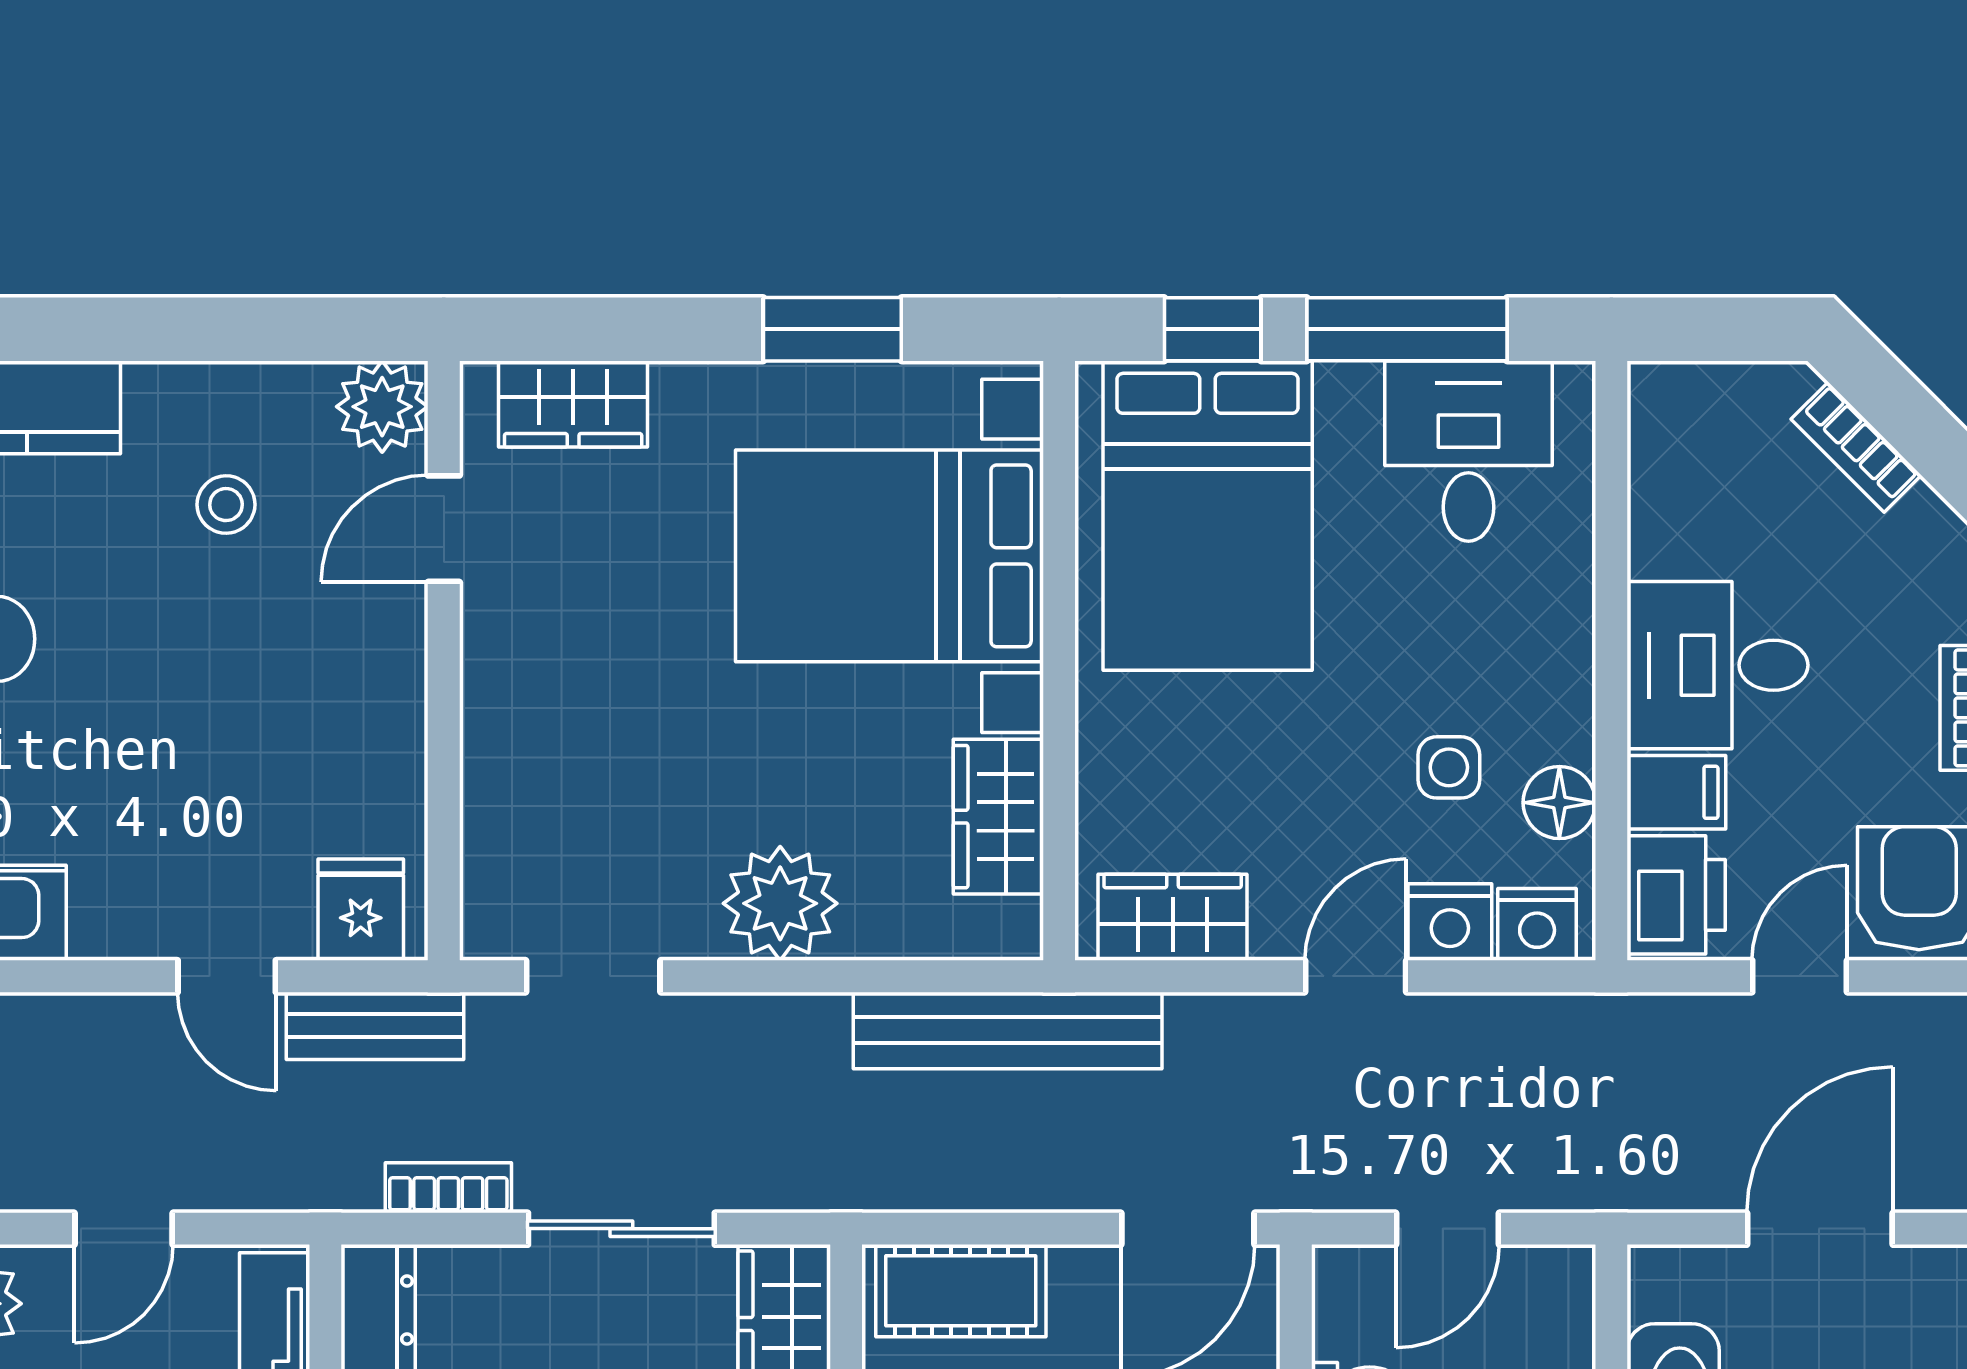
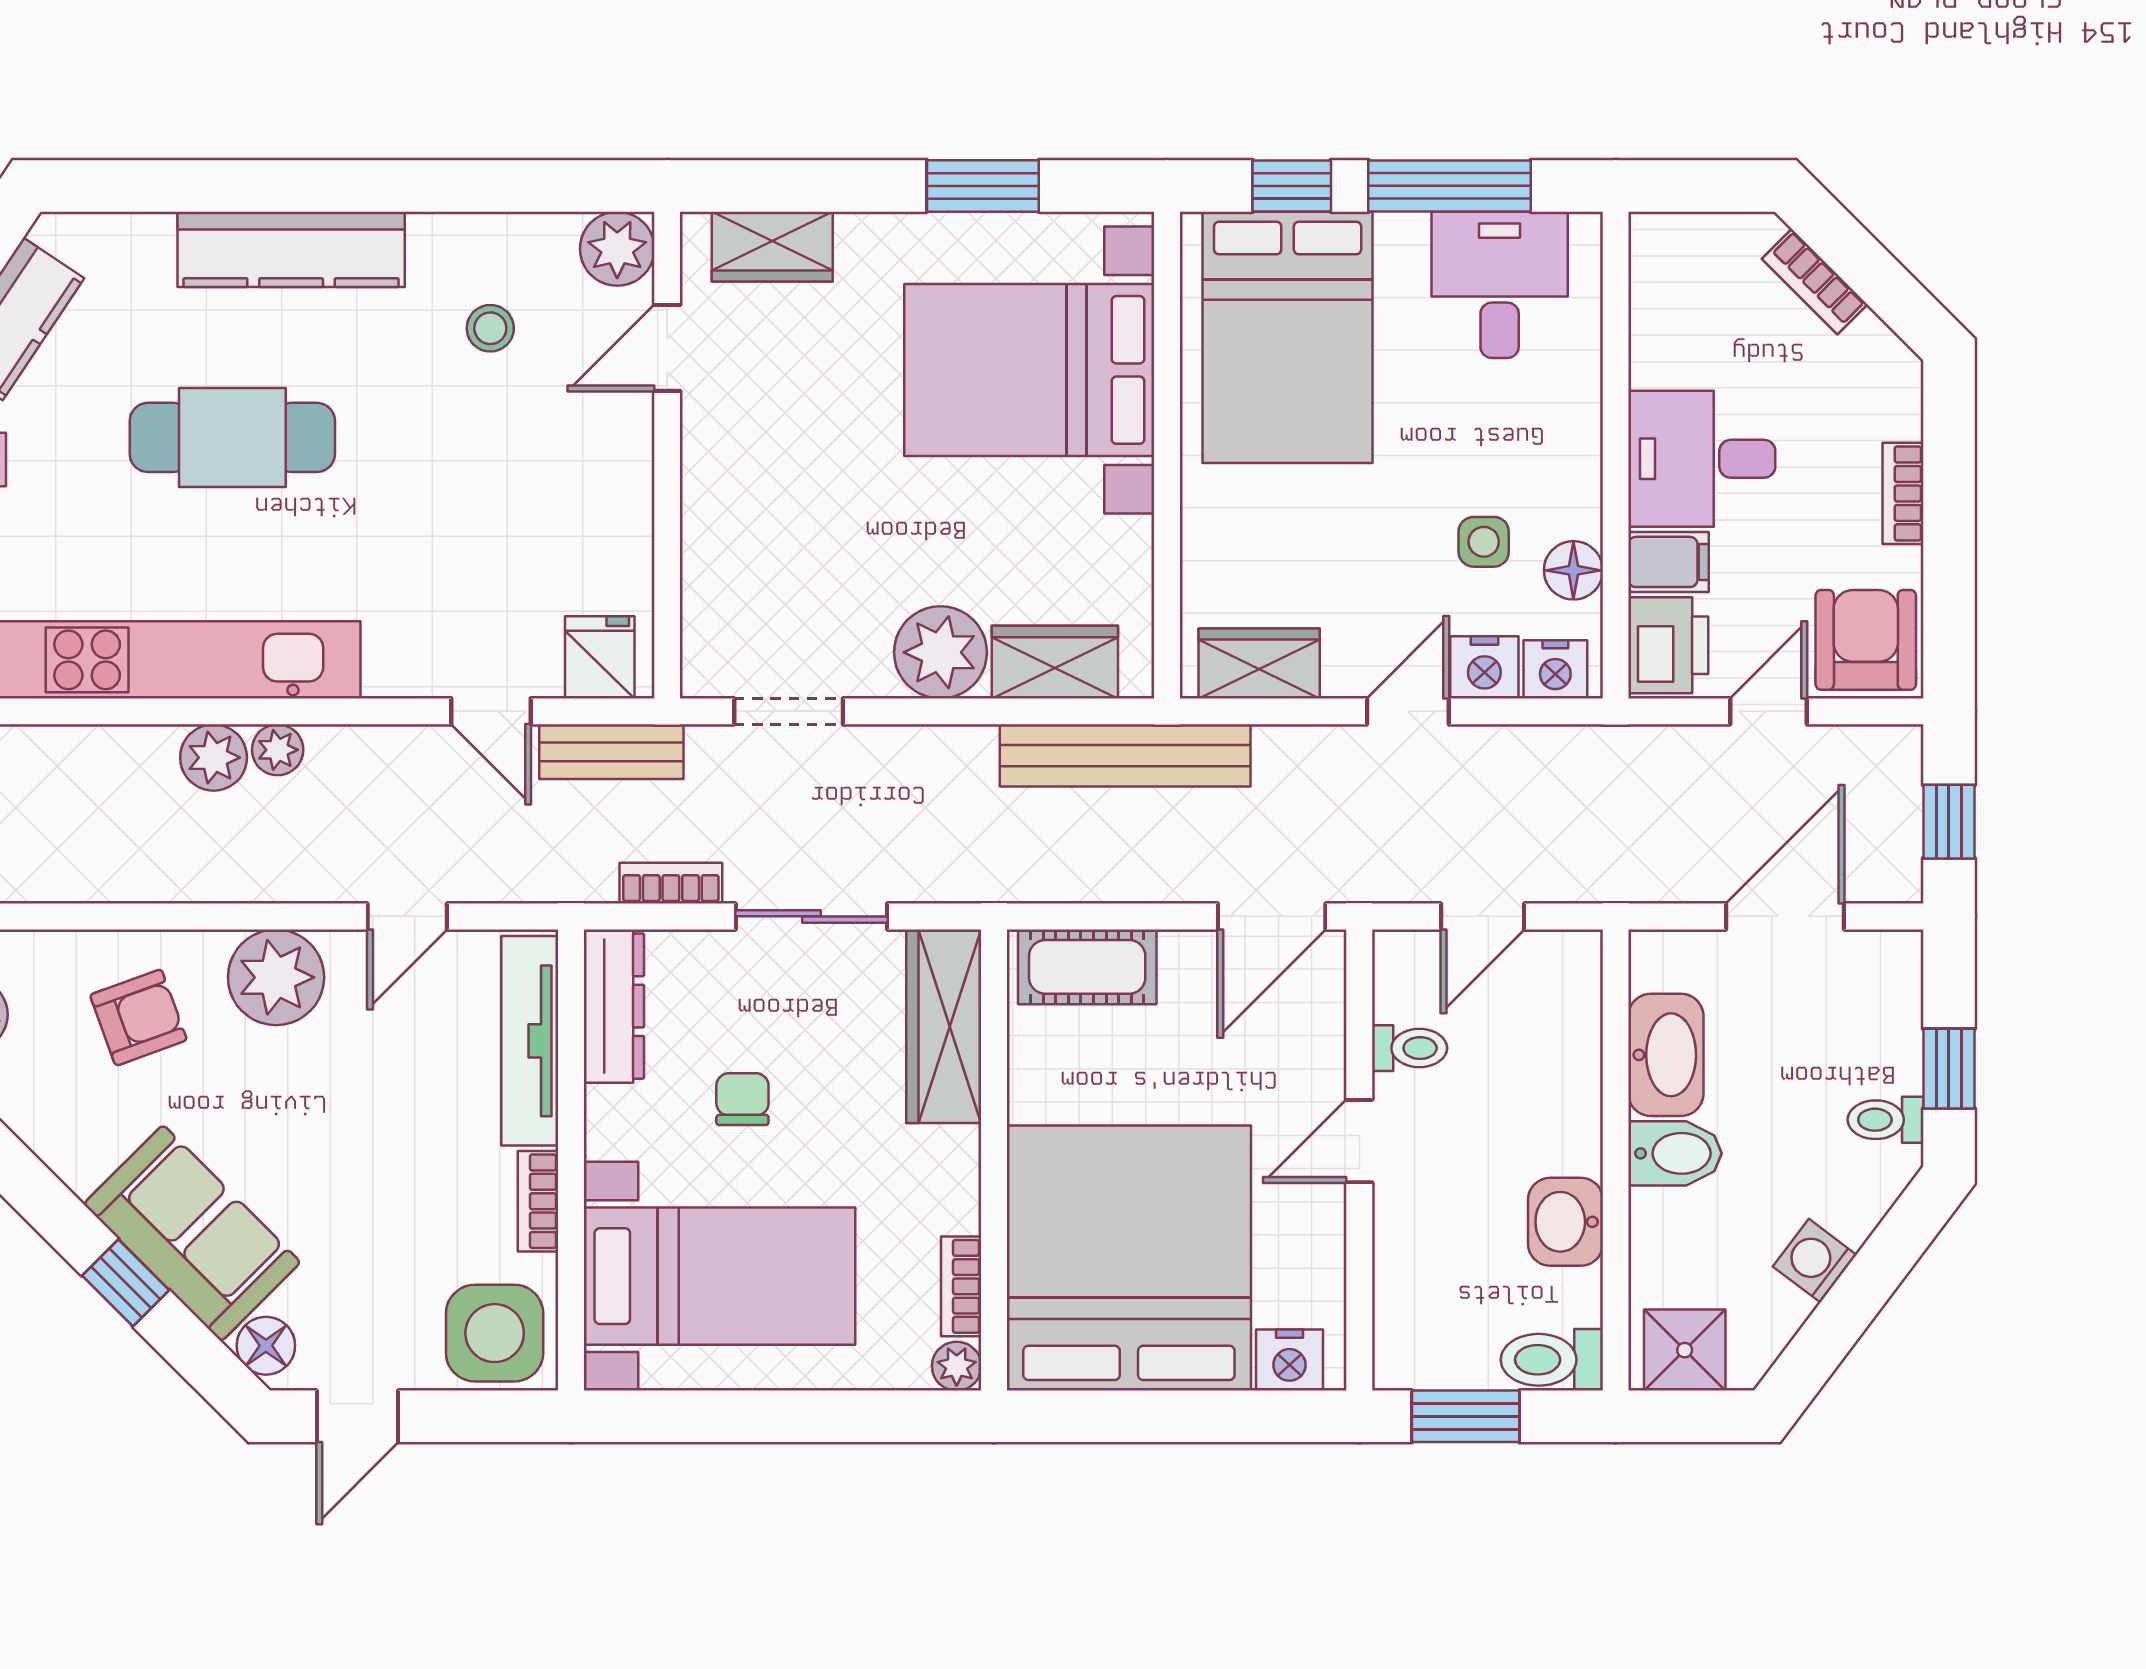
wardrobe: (998, 817) -> (1055, 662), moved, turned 90

